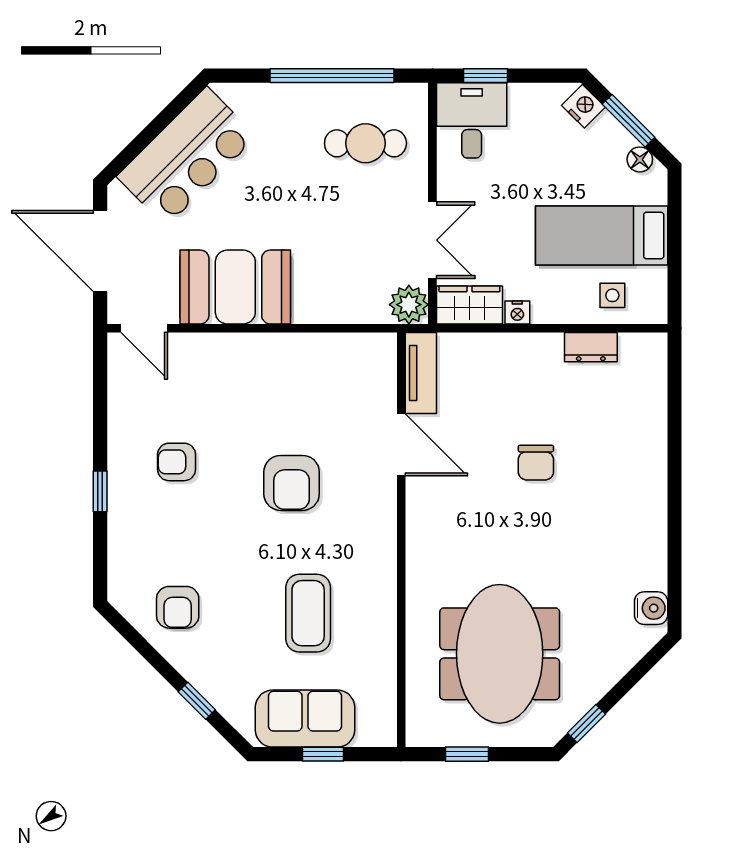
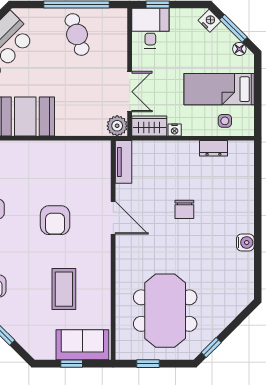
cafe table: (365, 143) -> (77, 34), moved, turned 72
door: (401, 445) -> (113, 218), moved
water cooler: (651, 608) -> (245, 243), moved
sofa: (305, 719) -> (82, 345), moved

